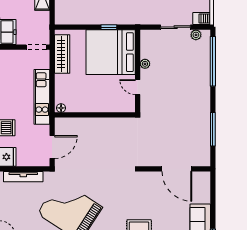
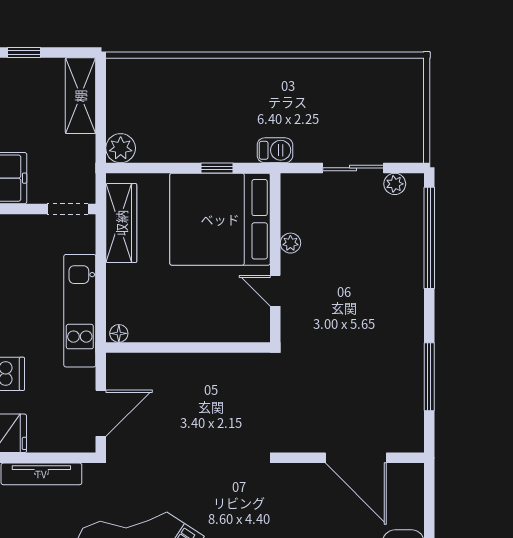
plant: (62, 17) -> (121, 148), added
barbecue: (202, 18) -> (275, 150), moved

